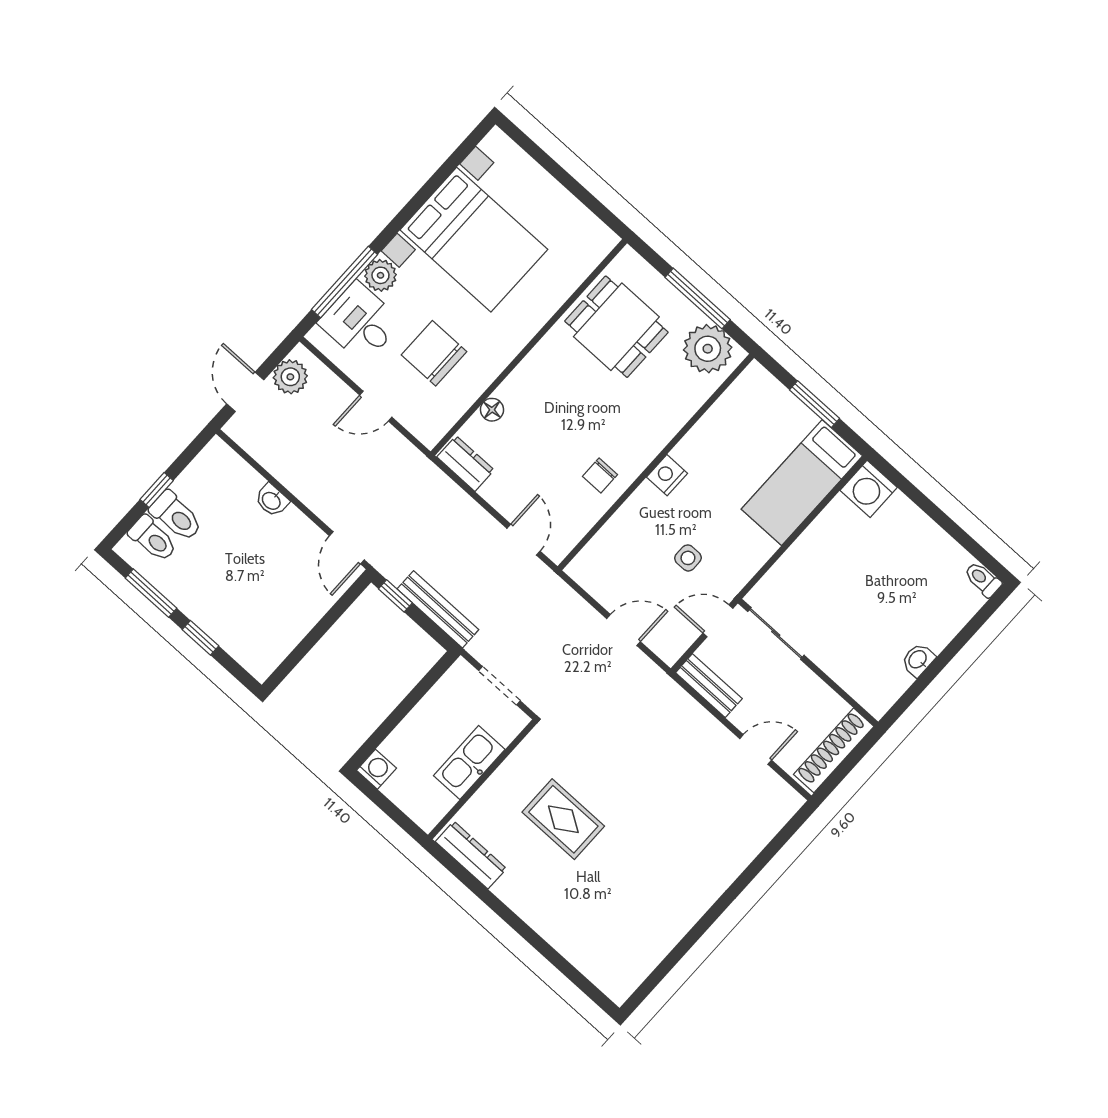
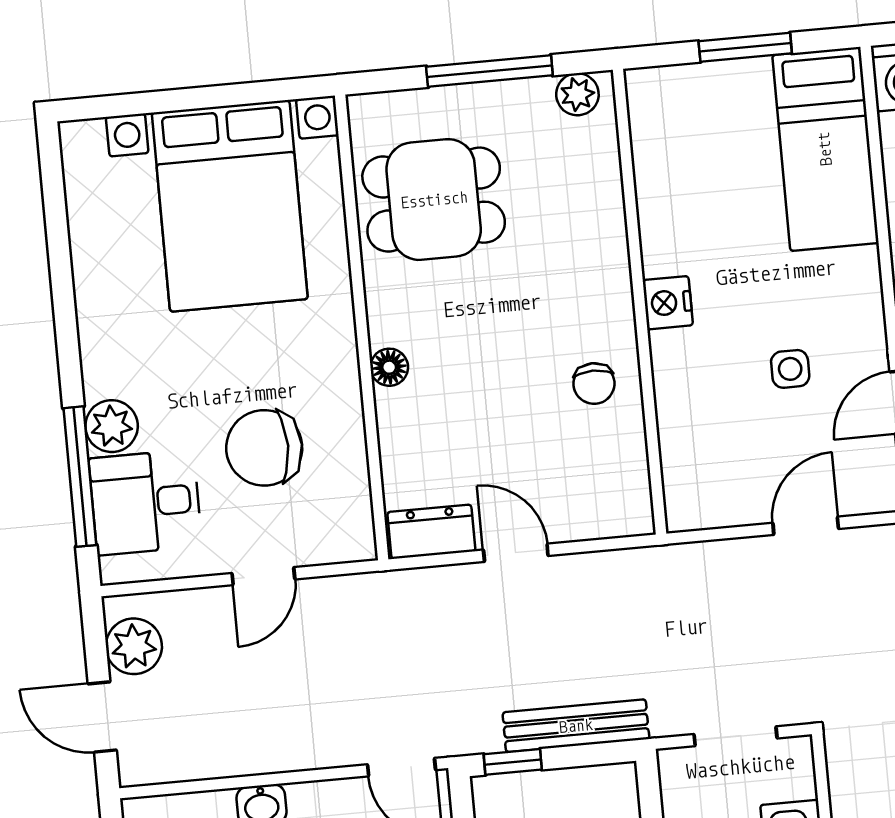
bed with nightstands: (474, 240) -> (230, 206), moved, turned 90
plant: (708, 349) -> (577, 94), width x0.53, depth x0.53
floor lamp: (492, 410) -> (389, 367), moved
door: (524, 540) -> (516, 553), moved

